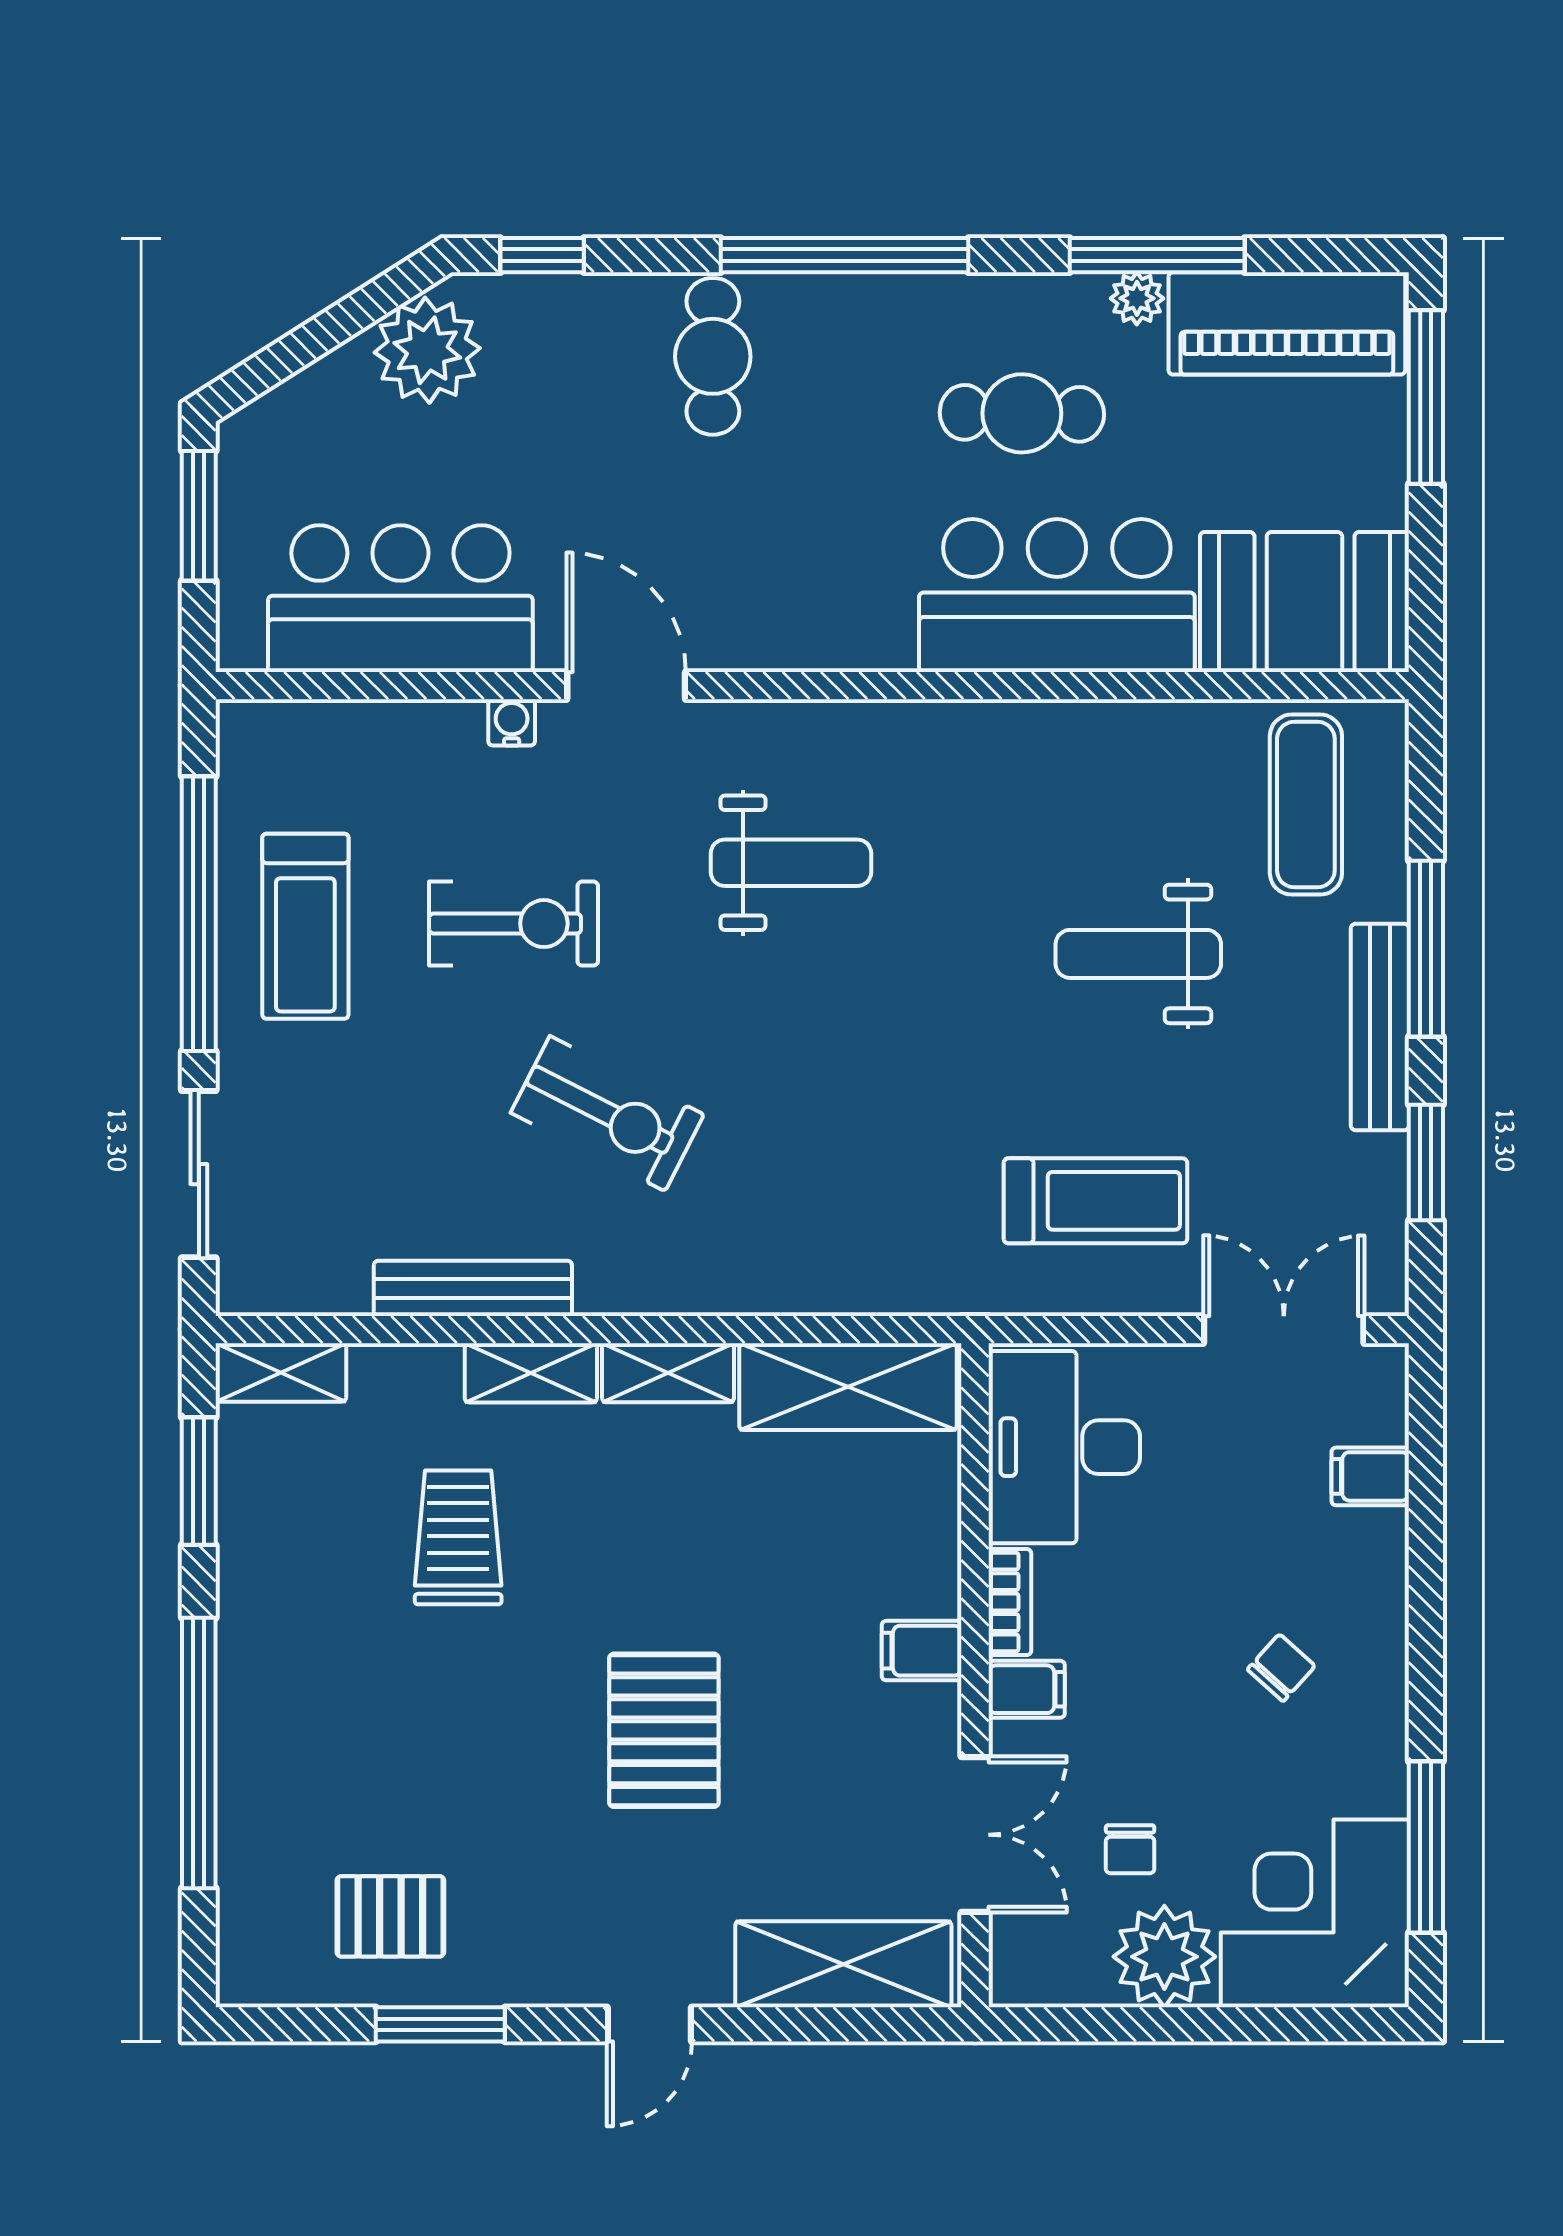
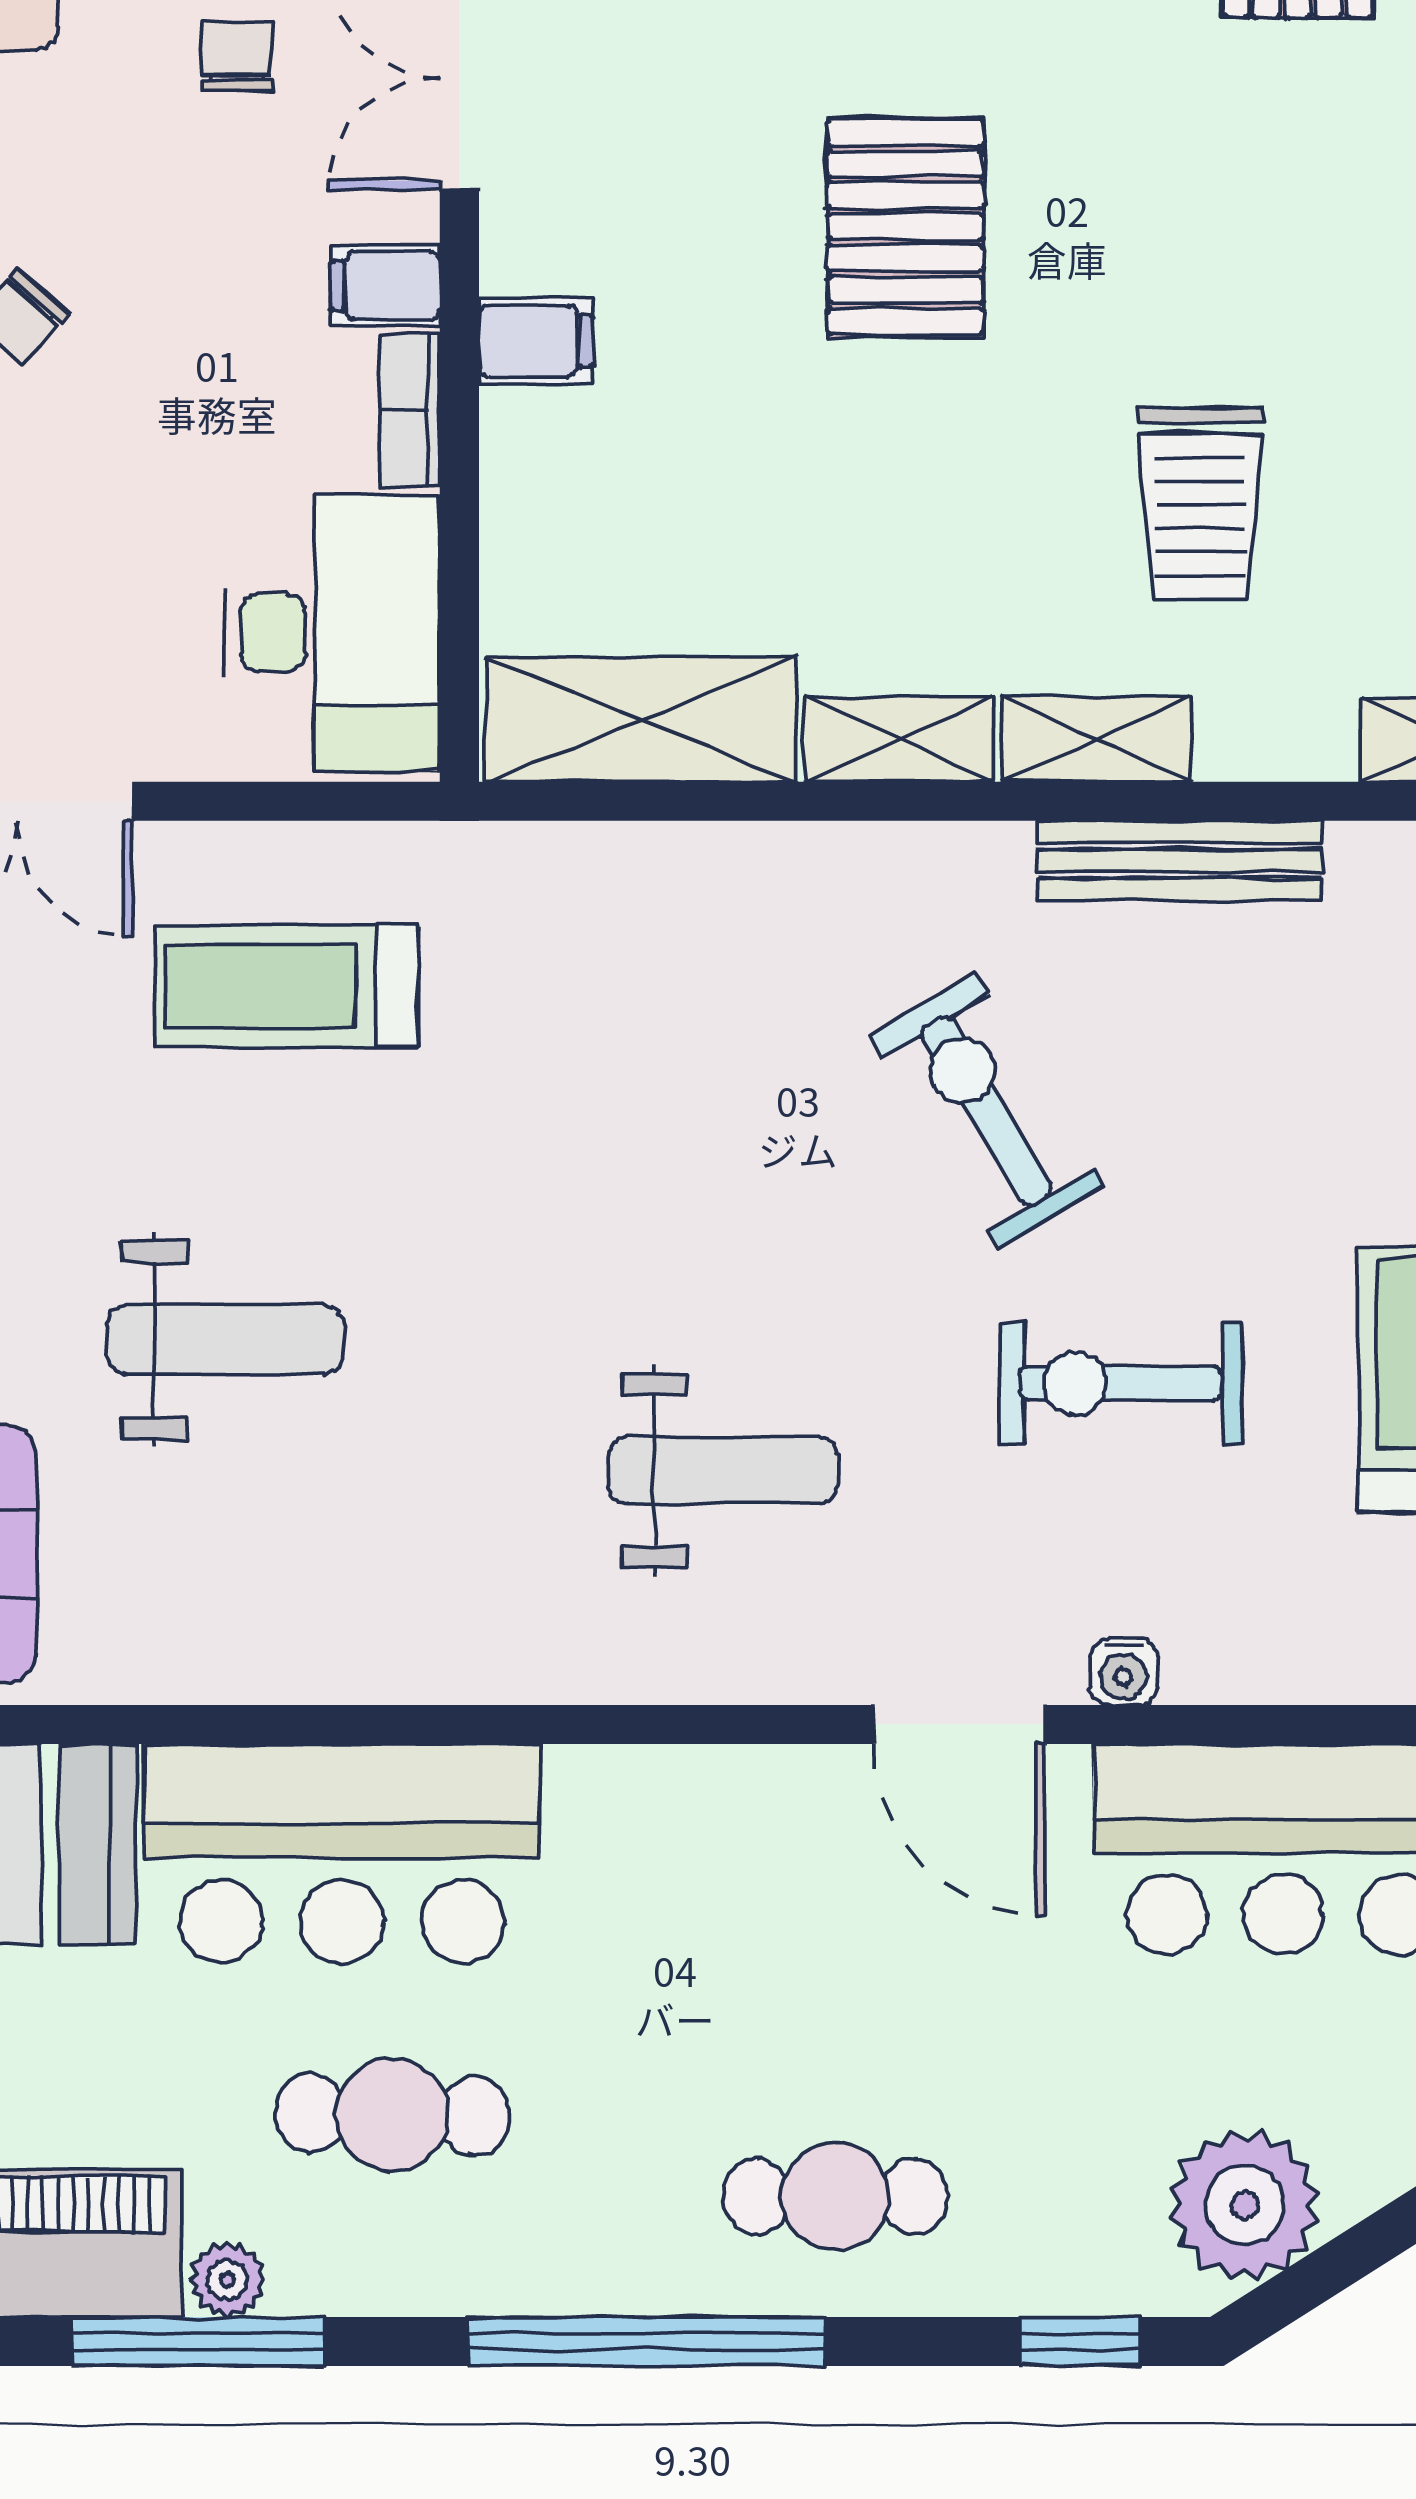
cafe table: (713, 356) -> (835, 2196), turned 90
weight bench: (791, 863) -> (723, 1470), turned 180
exercise bike: (607, 1114) -> (986, 1111), turned 32

